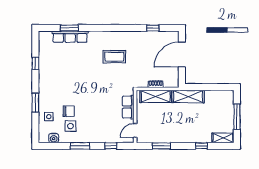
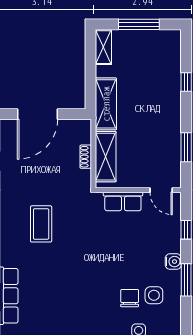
door: (182, 55) -> (38, 114), hinge flipped
water cooler: (54, 138) -> (173, 262), moved
shelving: (223, 138) -> (103, 47), moved

